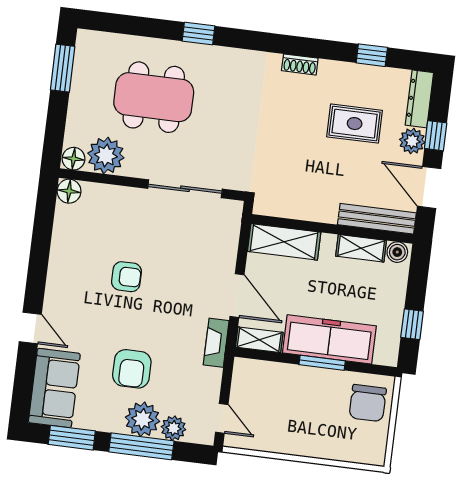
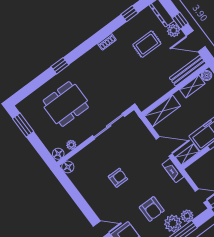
plant: (106, 156) -> (71, 145), width x0.53, depth x0.53

